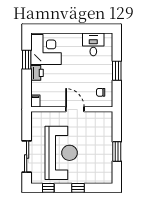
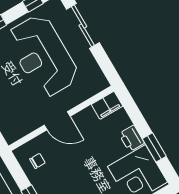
filing cabinet: (35, 101) -> (107, 105), width x2.00

